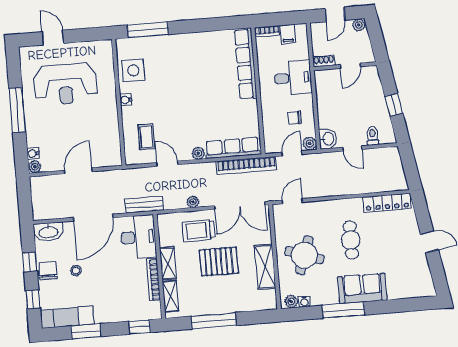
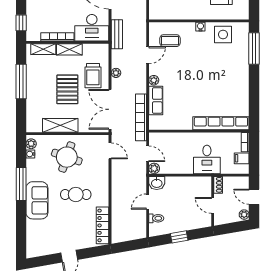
chair: (295, 118) -> (176, 158), removed
row of seats: (232, 148) -> (156, 101), width x0.68
trolley: (199, 231) -> (93, 76), turned 180

